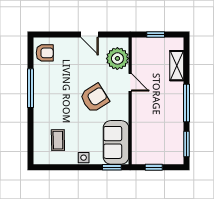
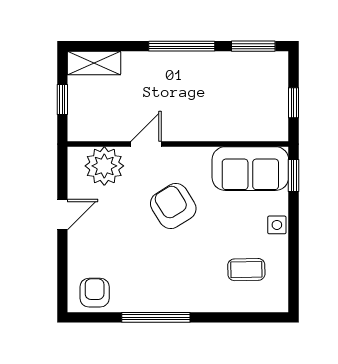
shelving: (177, 66) -> (94, 63), moved

